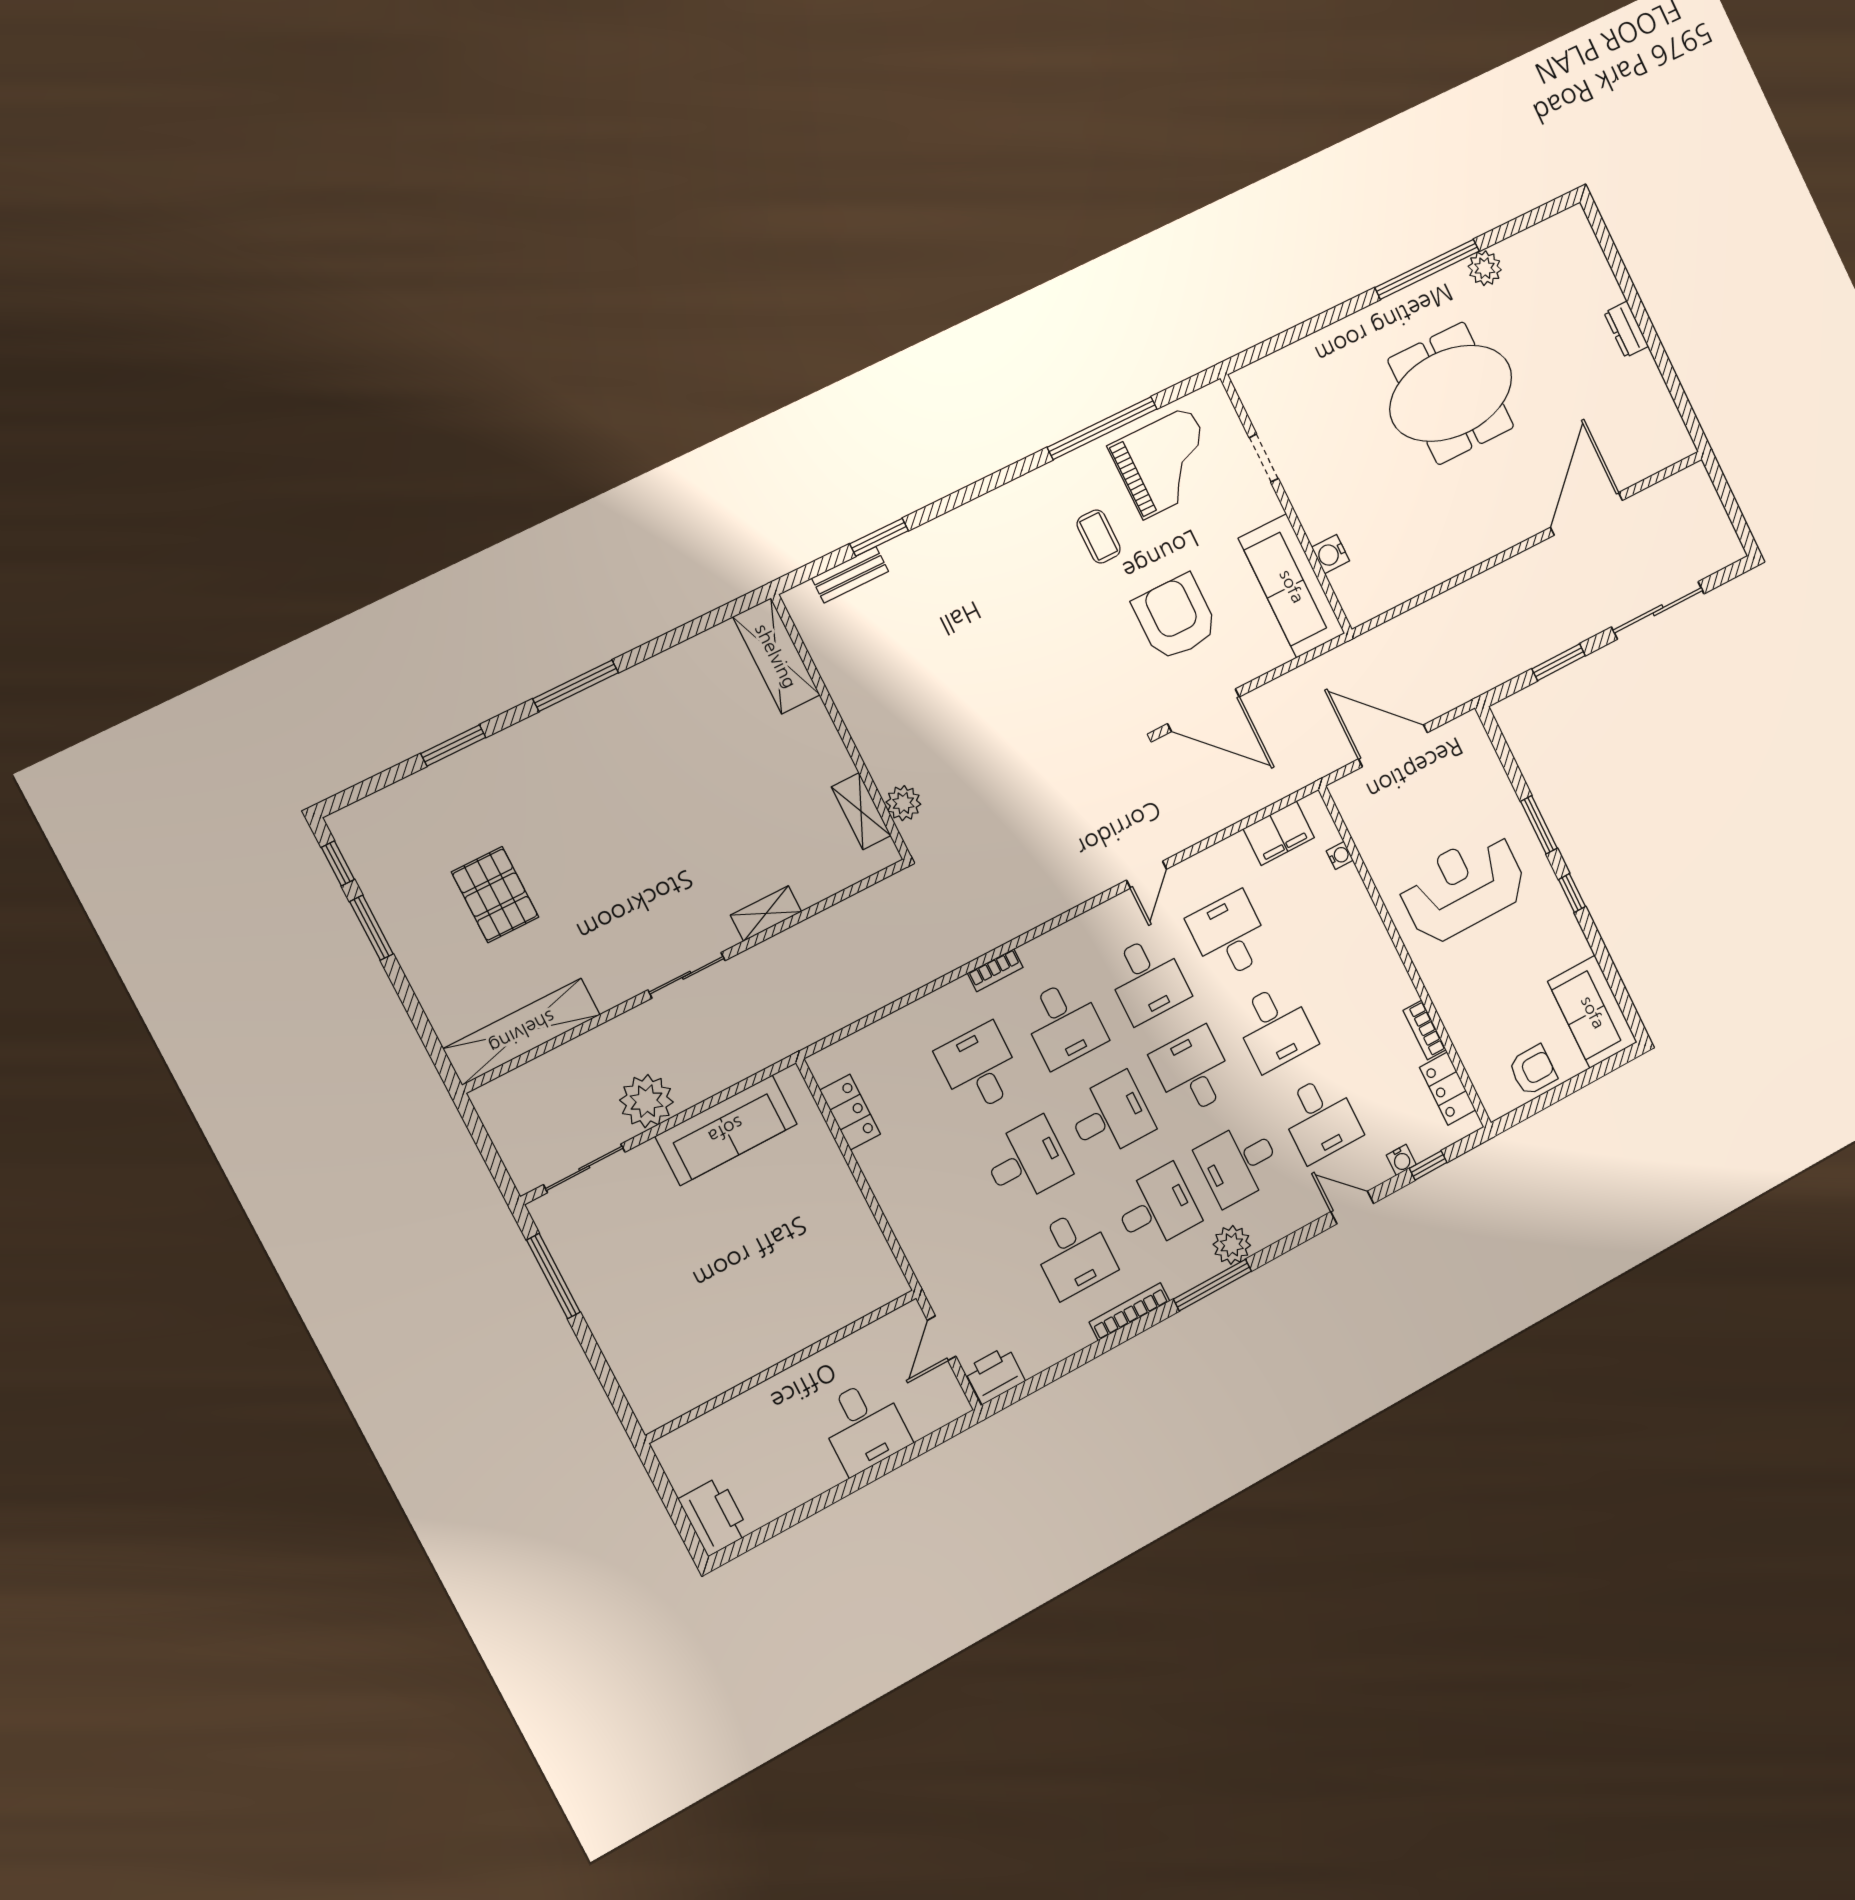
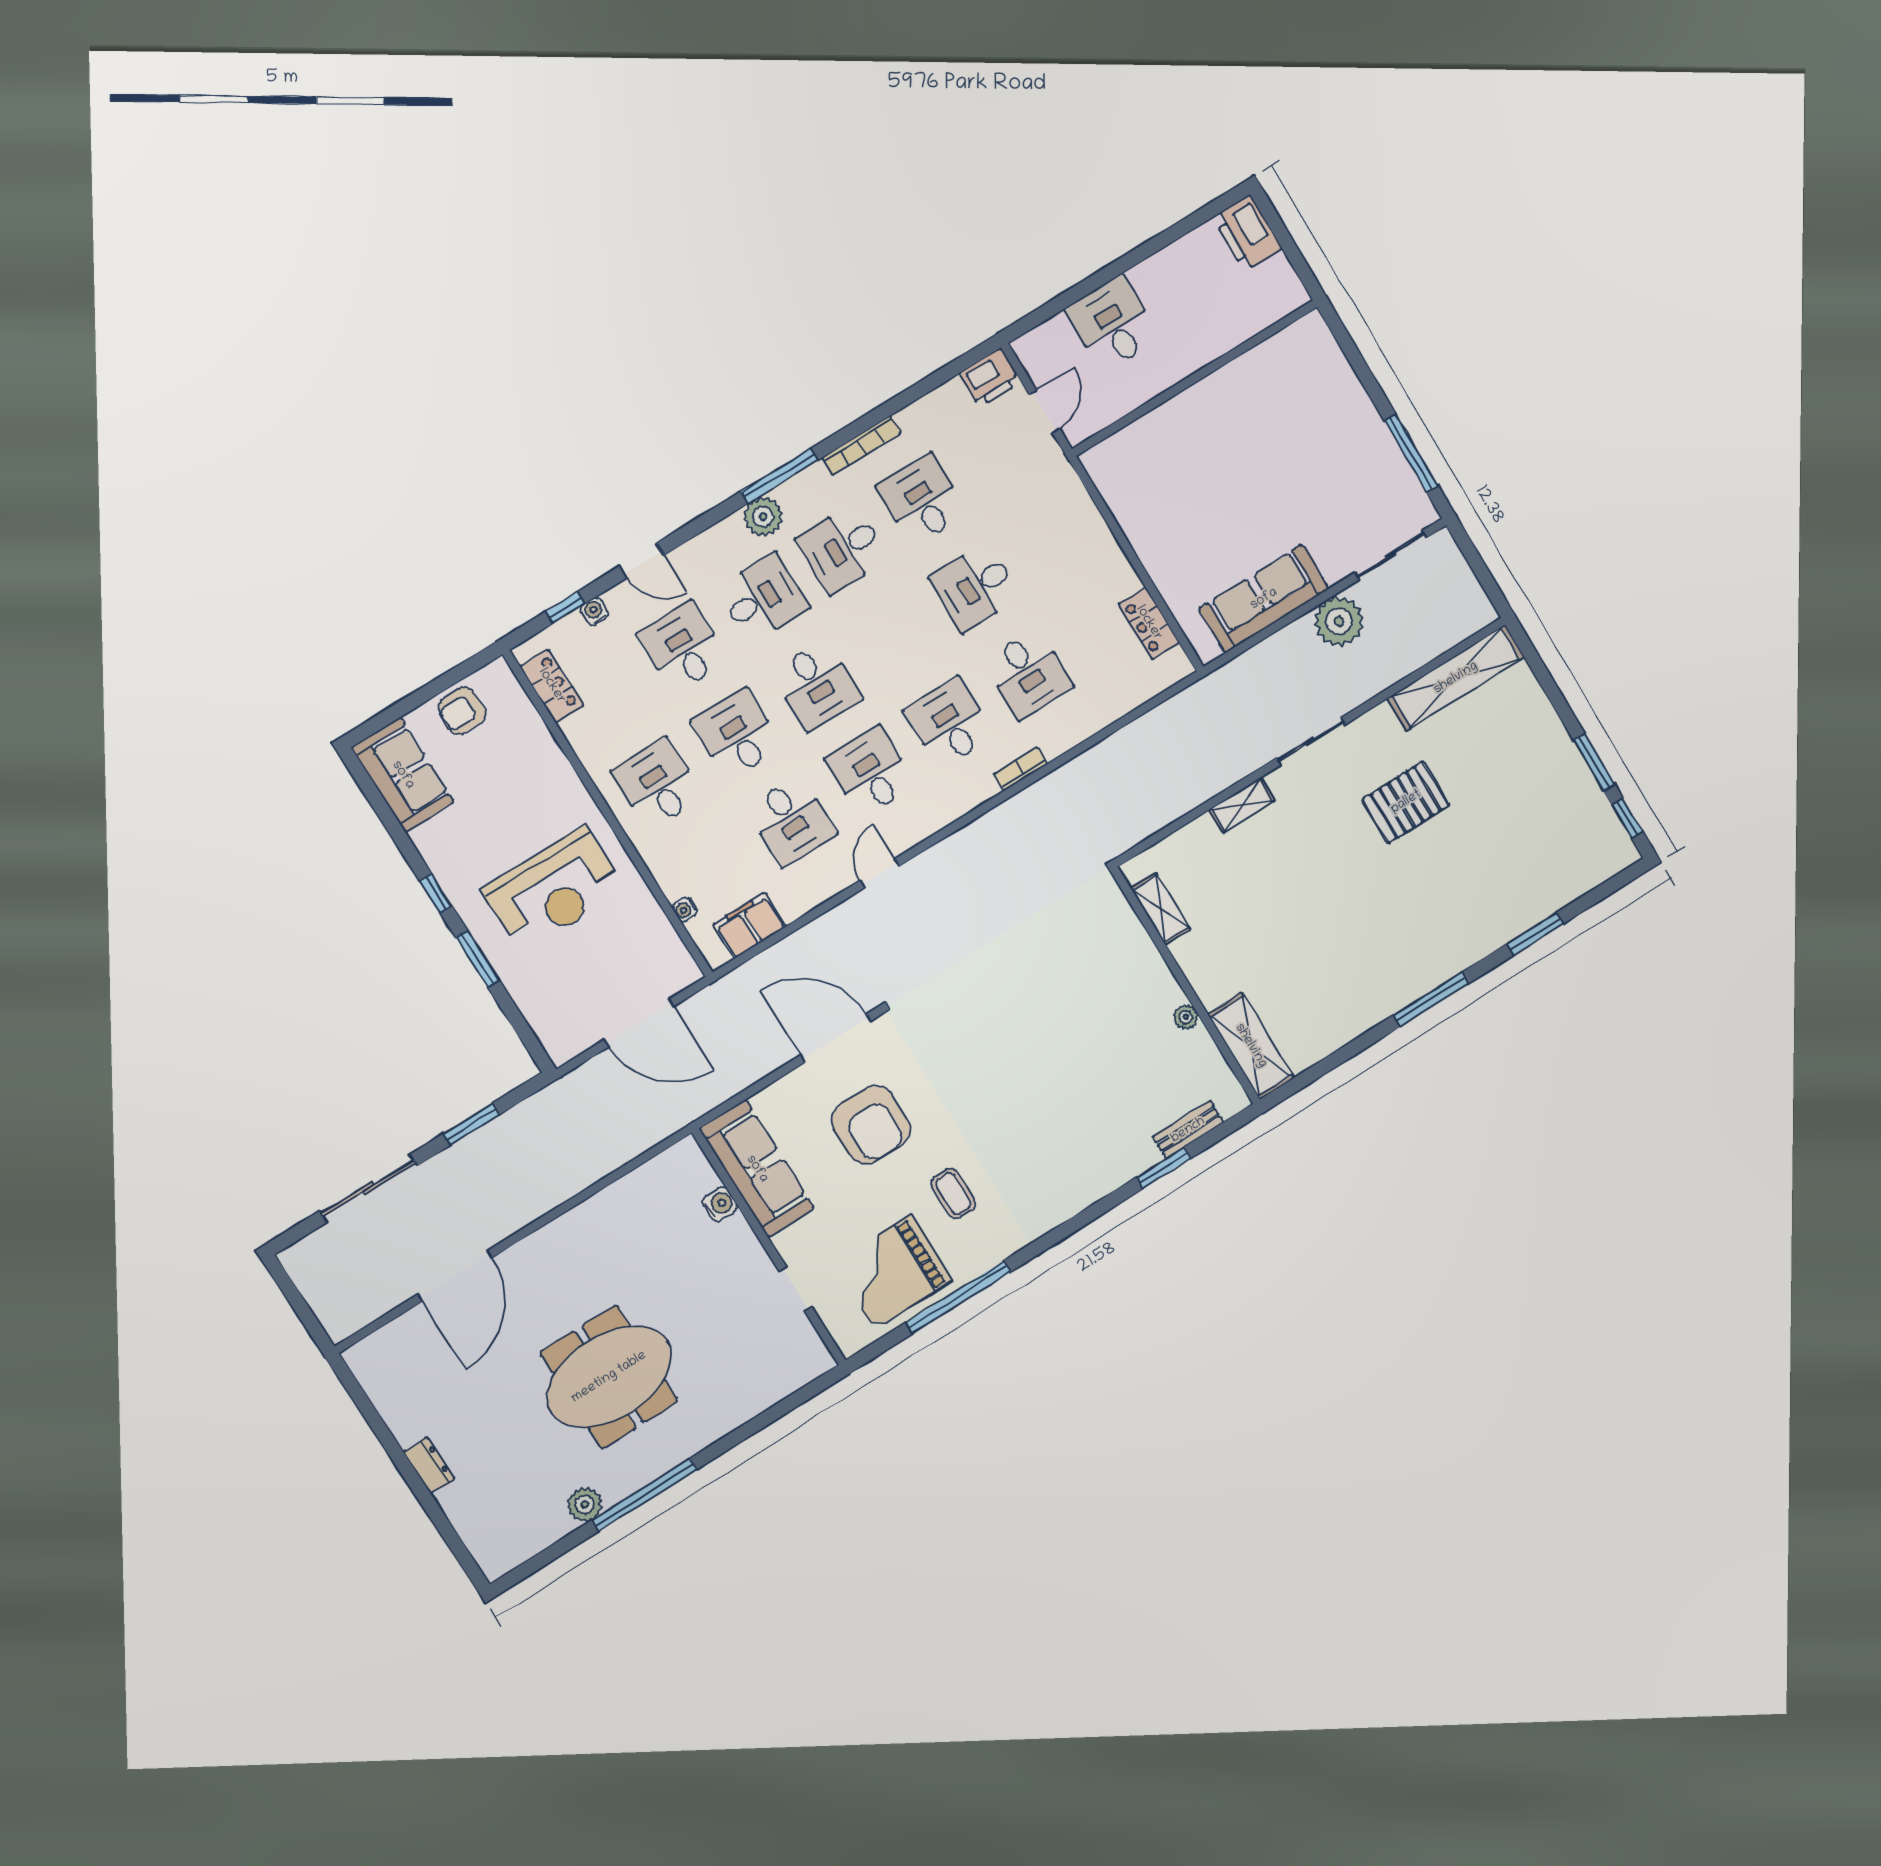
plant: (903, 803) -> (1186, 1017), moved, width x0.73, depth x0.73
pallet: (495, 895) -> (1406, 802), moved, turned 90
bookcase: (1425, 1030) -> (581, 743), removed
desk: (1110, 1116) -> (657, 784), moved, turned 90

